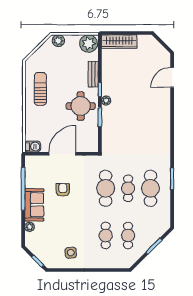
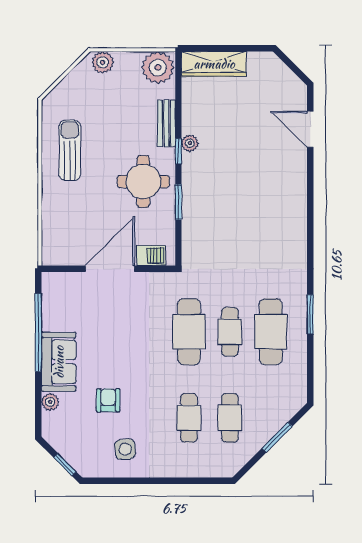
door: (172, 77) -> (310, 129), hinge flipped
plant: (106, 101) -> (190, 143), moved
barbecue: (33, 147) -> (151, 255), moved
armchair: (63, 190) -> (108, 400), moved

